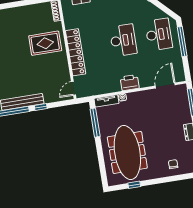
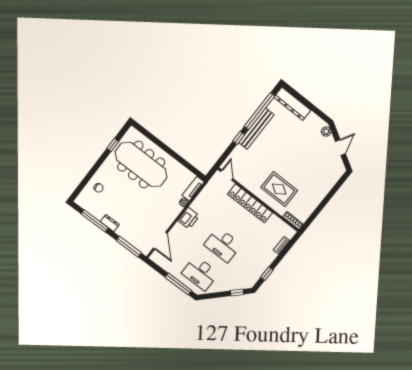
rug: (45, 43) -> (279, 189), turned 90
window: (95, 123) -> (186, 164), removed

